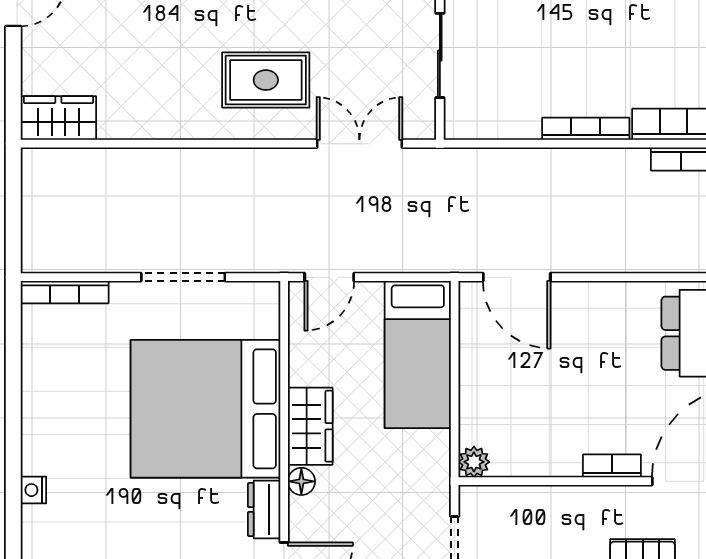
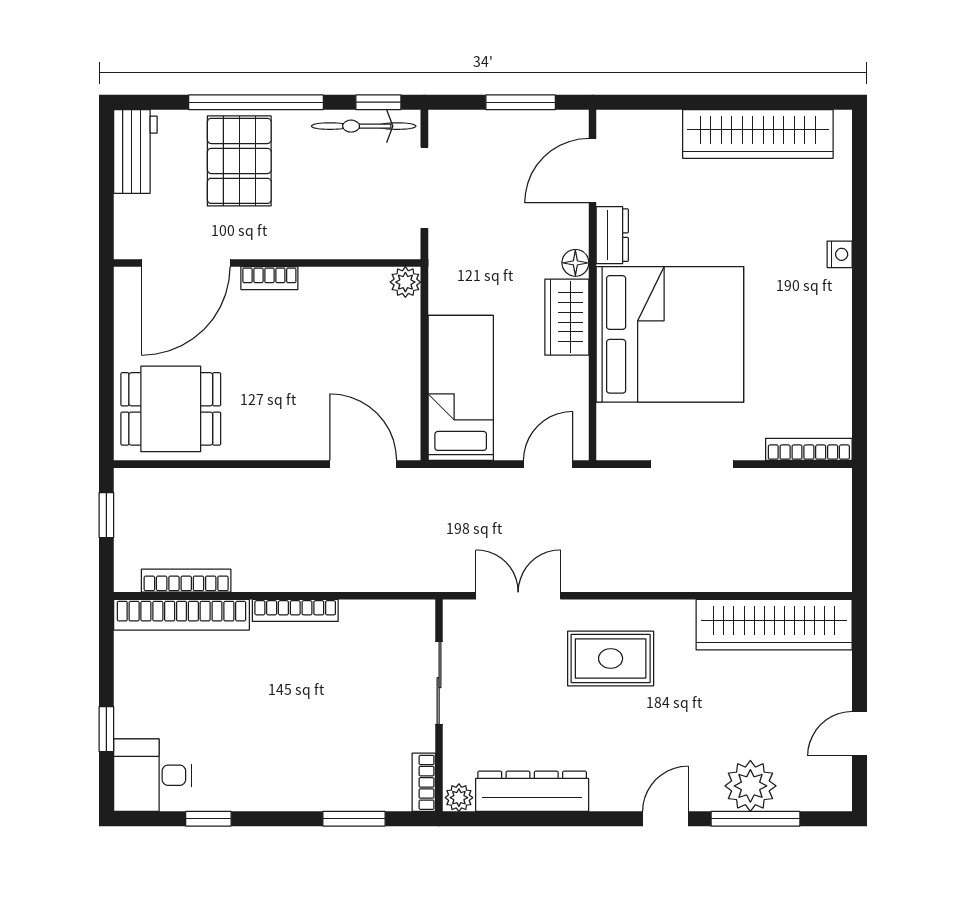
wardrobe: (58, 118) -> (774, 625), width x2.10, depth x1.17
double door: (359, 144) -> (518, 596), swing flipped

